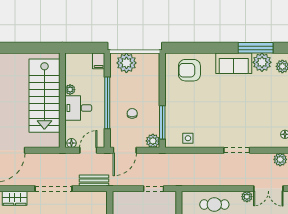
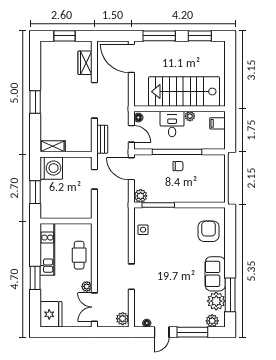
filing cabinet: (99, 61) -> (218, 123), moved
plant: (126, 63) -> (216, 170), removed
chair: (132, 113) -> (178, 166), moved
doorway: (154, 189) -> (94, 179), moved

